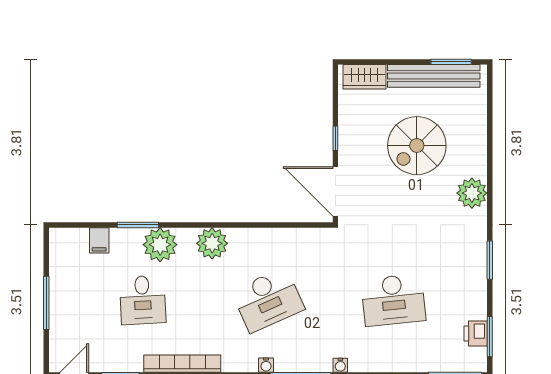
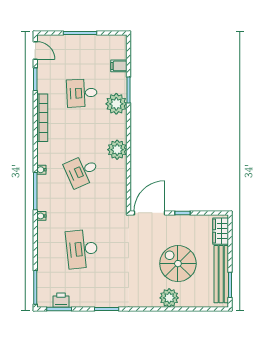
plant: (472, 193) -> (169, 298), moved
plant: (212, 243) -> (117, 150), moved
desk: (268, 300) -> (82, 171), width x0.73

